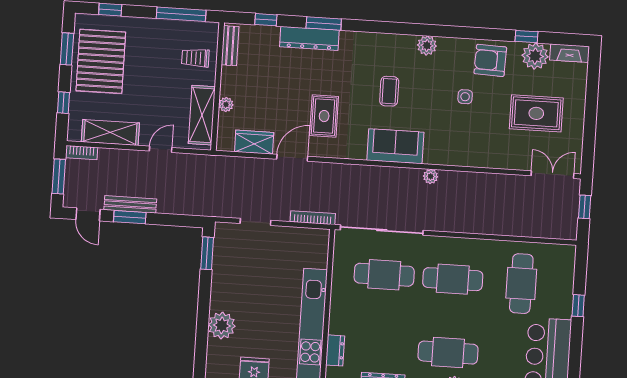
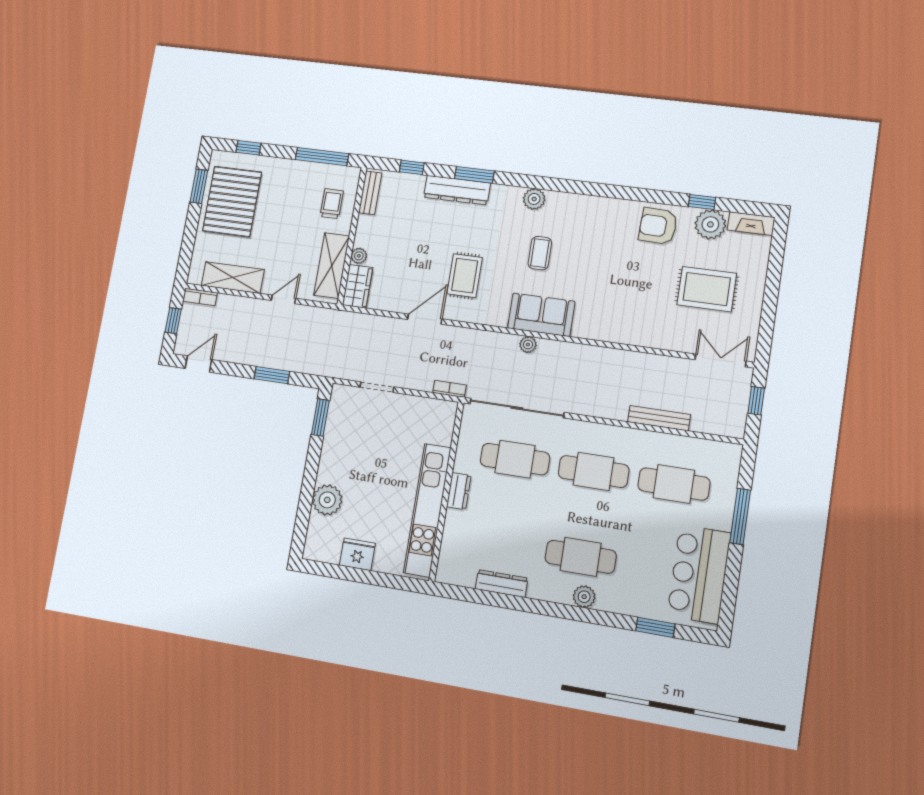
plant: (427, 46) -> (534, 199), moved
trolley: (195, 58) -> (332, 204), turned 90
side table: (465, 97) -> (626, 265), removed
window: (64, 103) -> (188, 243), removed
wardrobe: (254, 142) -> (358, 286), moved, turned 90
window: (59, 176) -> (173, 321), width x0.67
plant: (431, 176) -> (528, 345), moved
bench: (130, 204) -> (659, 418), moved
door: (88, 214) -> (198, 364), swing flipped
window: (130, 217) -> (272, 375), moved
bookcase: (313, 218) -> (449, 389), width x0.64
cafe table: (521, 284) -> (674, 484), turned 90
window: (578, 306) -> (740, 516), width x2.17
dresser: (335, 350) -> (459, 491), moved

